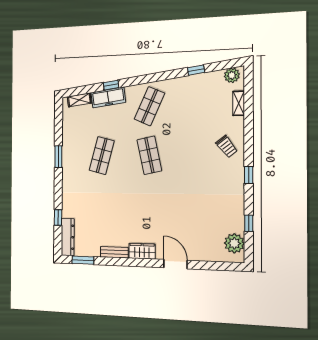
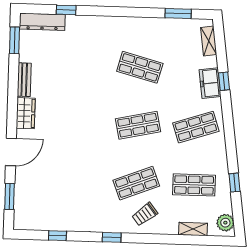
freezer: (108, 97) -> (210, 83), width x0.71
shop shelf: (199, 105) -> (194, 185), added
shop shelf: (149, 106) -> (196, 127), turned -42
shop shelf: (199, 155) -> (136, 183), added
window: (58, 157) -> (178, 13), moved
plant: (234, 243) -> (35, 219), removed
window: (214, 266) -> (10, 196), added

